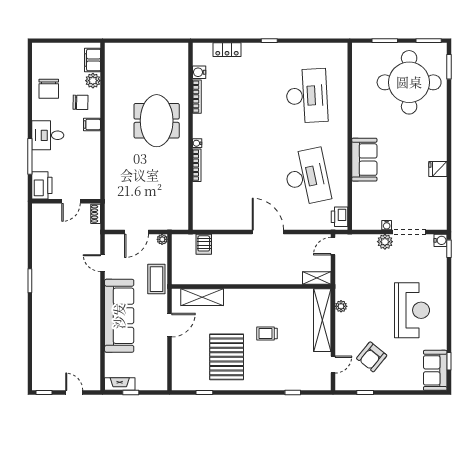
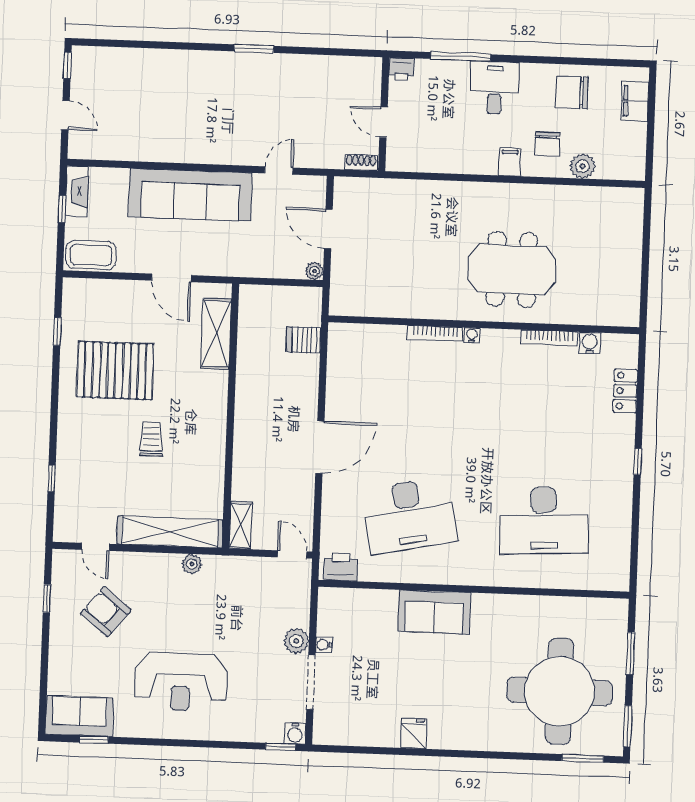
filing cabinet: (92, 60) -> (635, 101), moved, turned -90
printer: (42, 185) -> (401, 69), width x0.53, depth x0.68
coffee table: (156, 279) -> (91, 255), moved
door: (74, 393) -> (65, 115), hinge flipped

